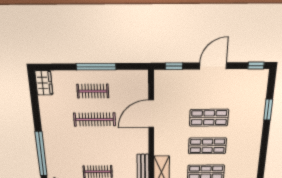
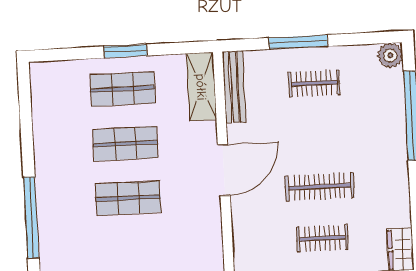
window: (268, 110) -> (31, 217), width x2.11
door: (151, 114) -> (224, 170), moved

